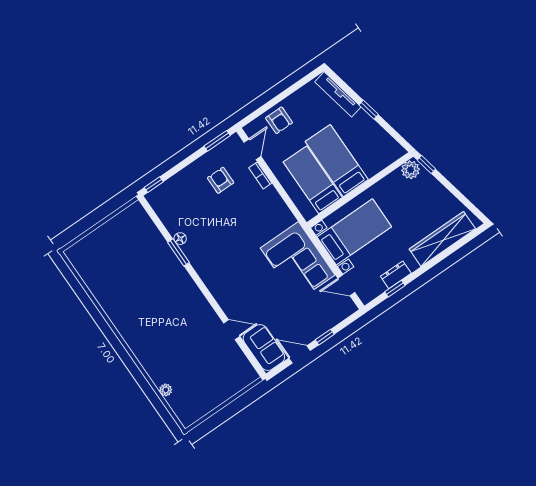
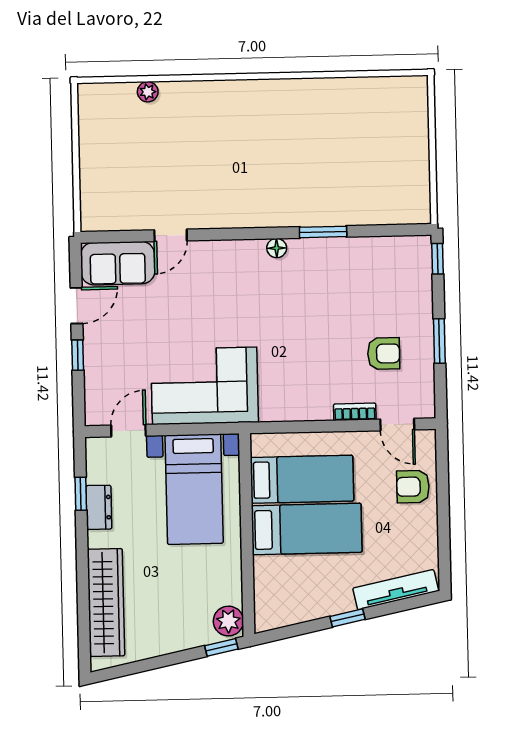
window: (217, 141) -> (439, 341), moved
floor lamp: (180, 239) -> (277, 248), moved

